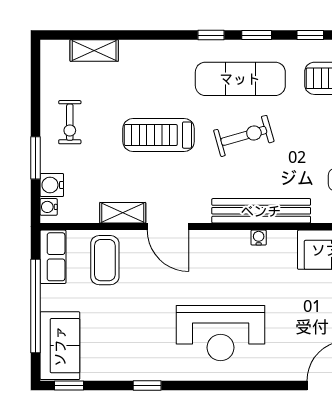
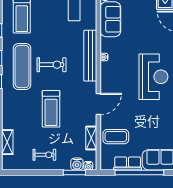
exercise bike: (244, 136) -> (52, 65), turned 106
window: (36, 158) -> (74, 172), moved
shelving: (123, 213) -> (91, 138), moved
row of seats: (53, 257) -> (128, 163), moved

